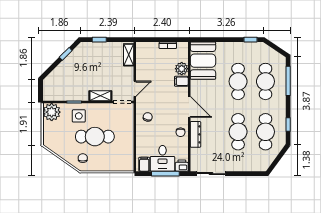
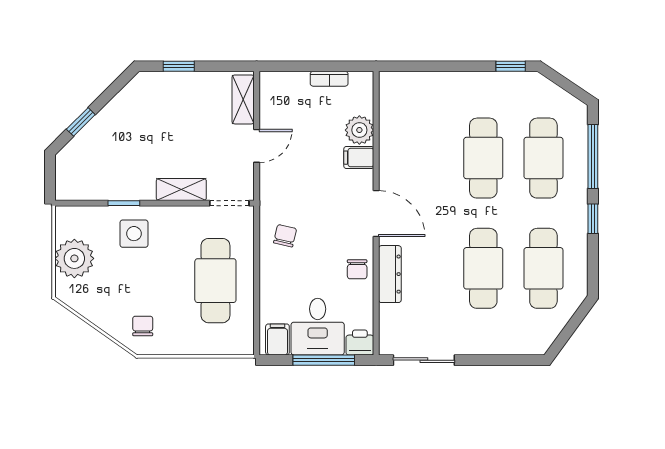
window: (66, 54) -> (81, 122), moved
booth: (203, 61) -> (406, 112), removed
door: (135, 89) -> (257, 146), moved
plant: (52, 112) -> (74, 258), moved
window: (288, 125) -> (593, 219), moved
cafe table: (95, 137) -> (215, 281), moved, turned 90

